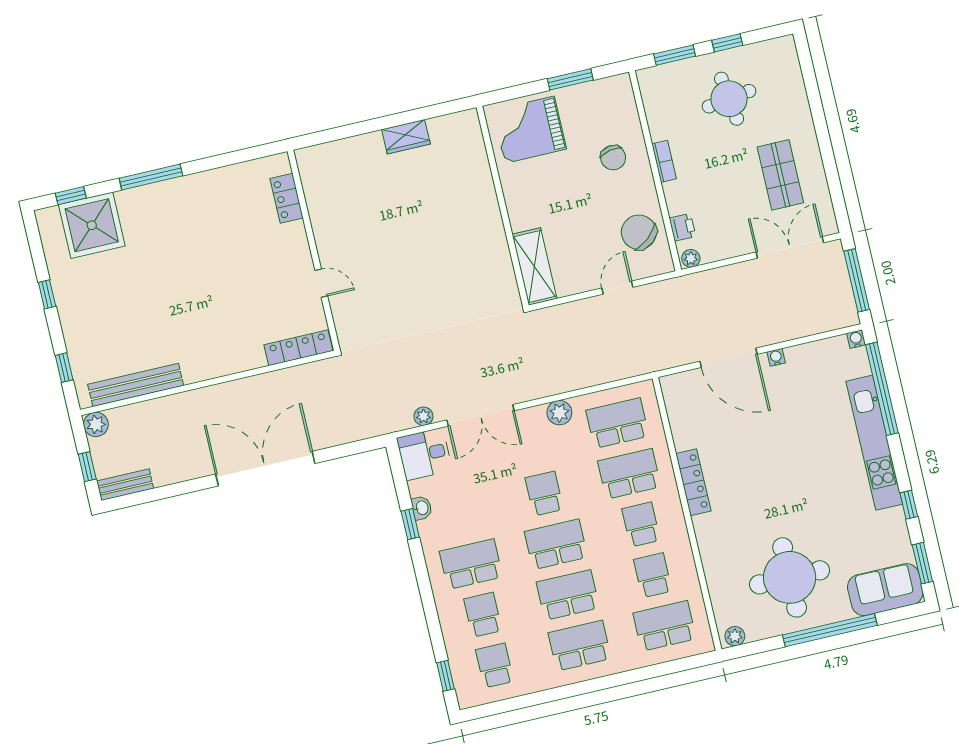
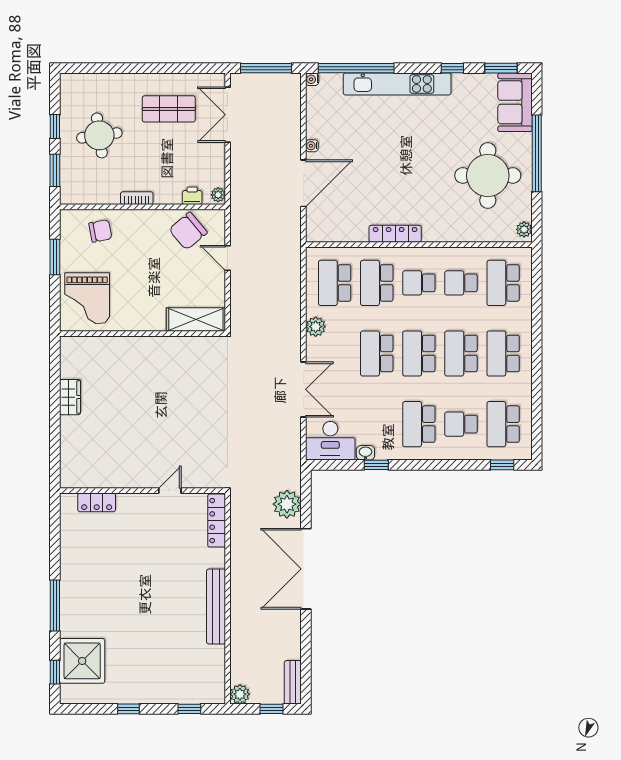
chair: (613, 158) -> (100, 231), moved
bench: (136, 385) -> (216, 606), moved
plant: (423, 416) -> (287, 504), moved, width x1.88, depth x1.88
desk: (424, 454) -> (330, 441), width x1.37
school desk: (544, 494) -> (377, 354), width x1.85
school desk: (495, 665) -> (503, 424), width x1.85

